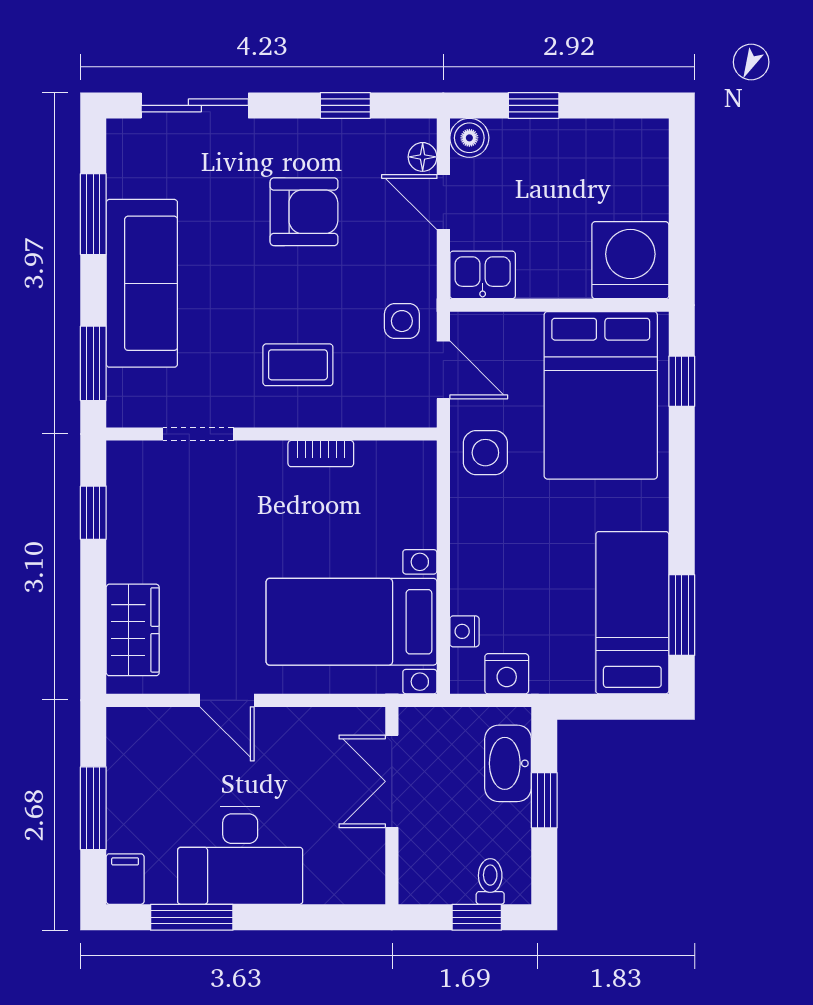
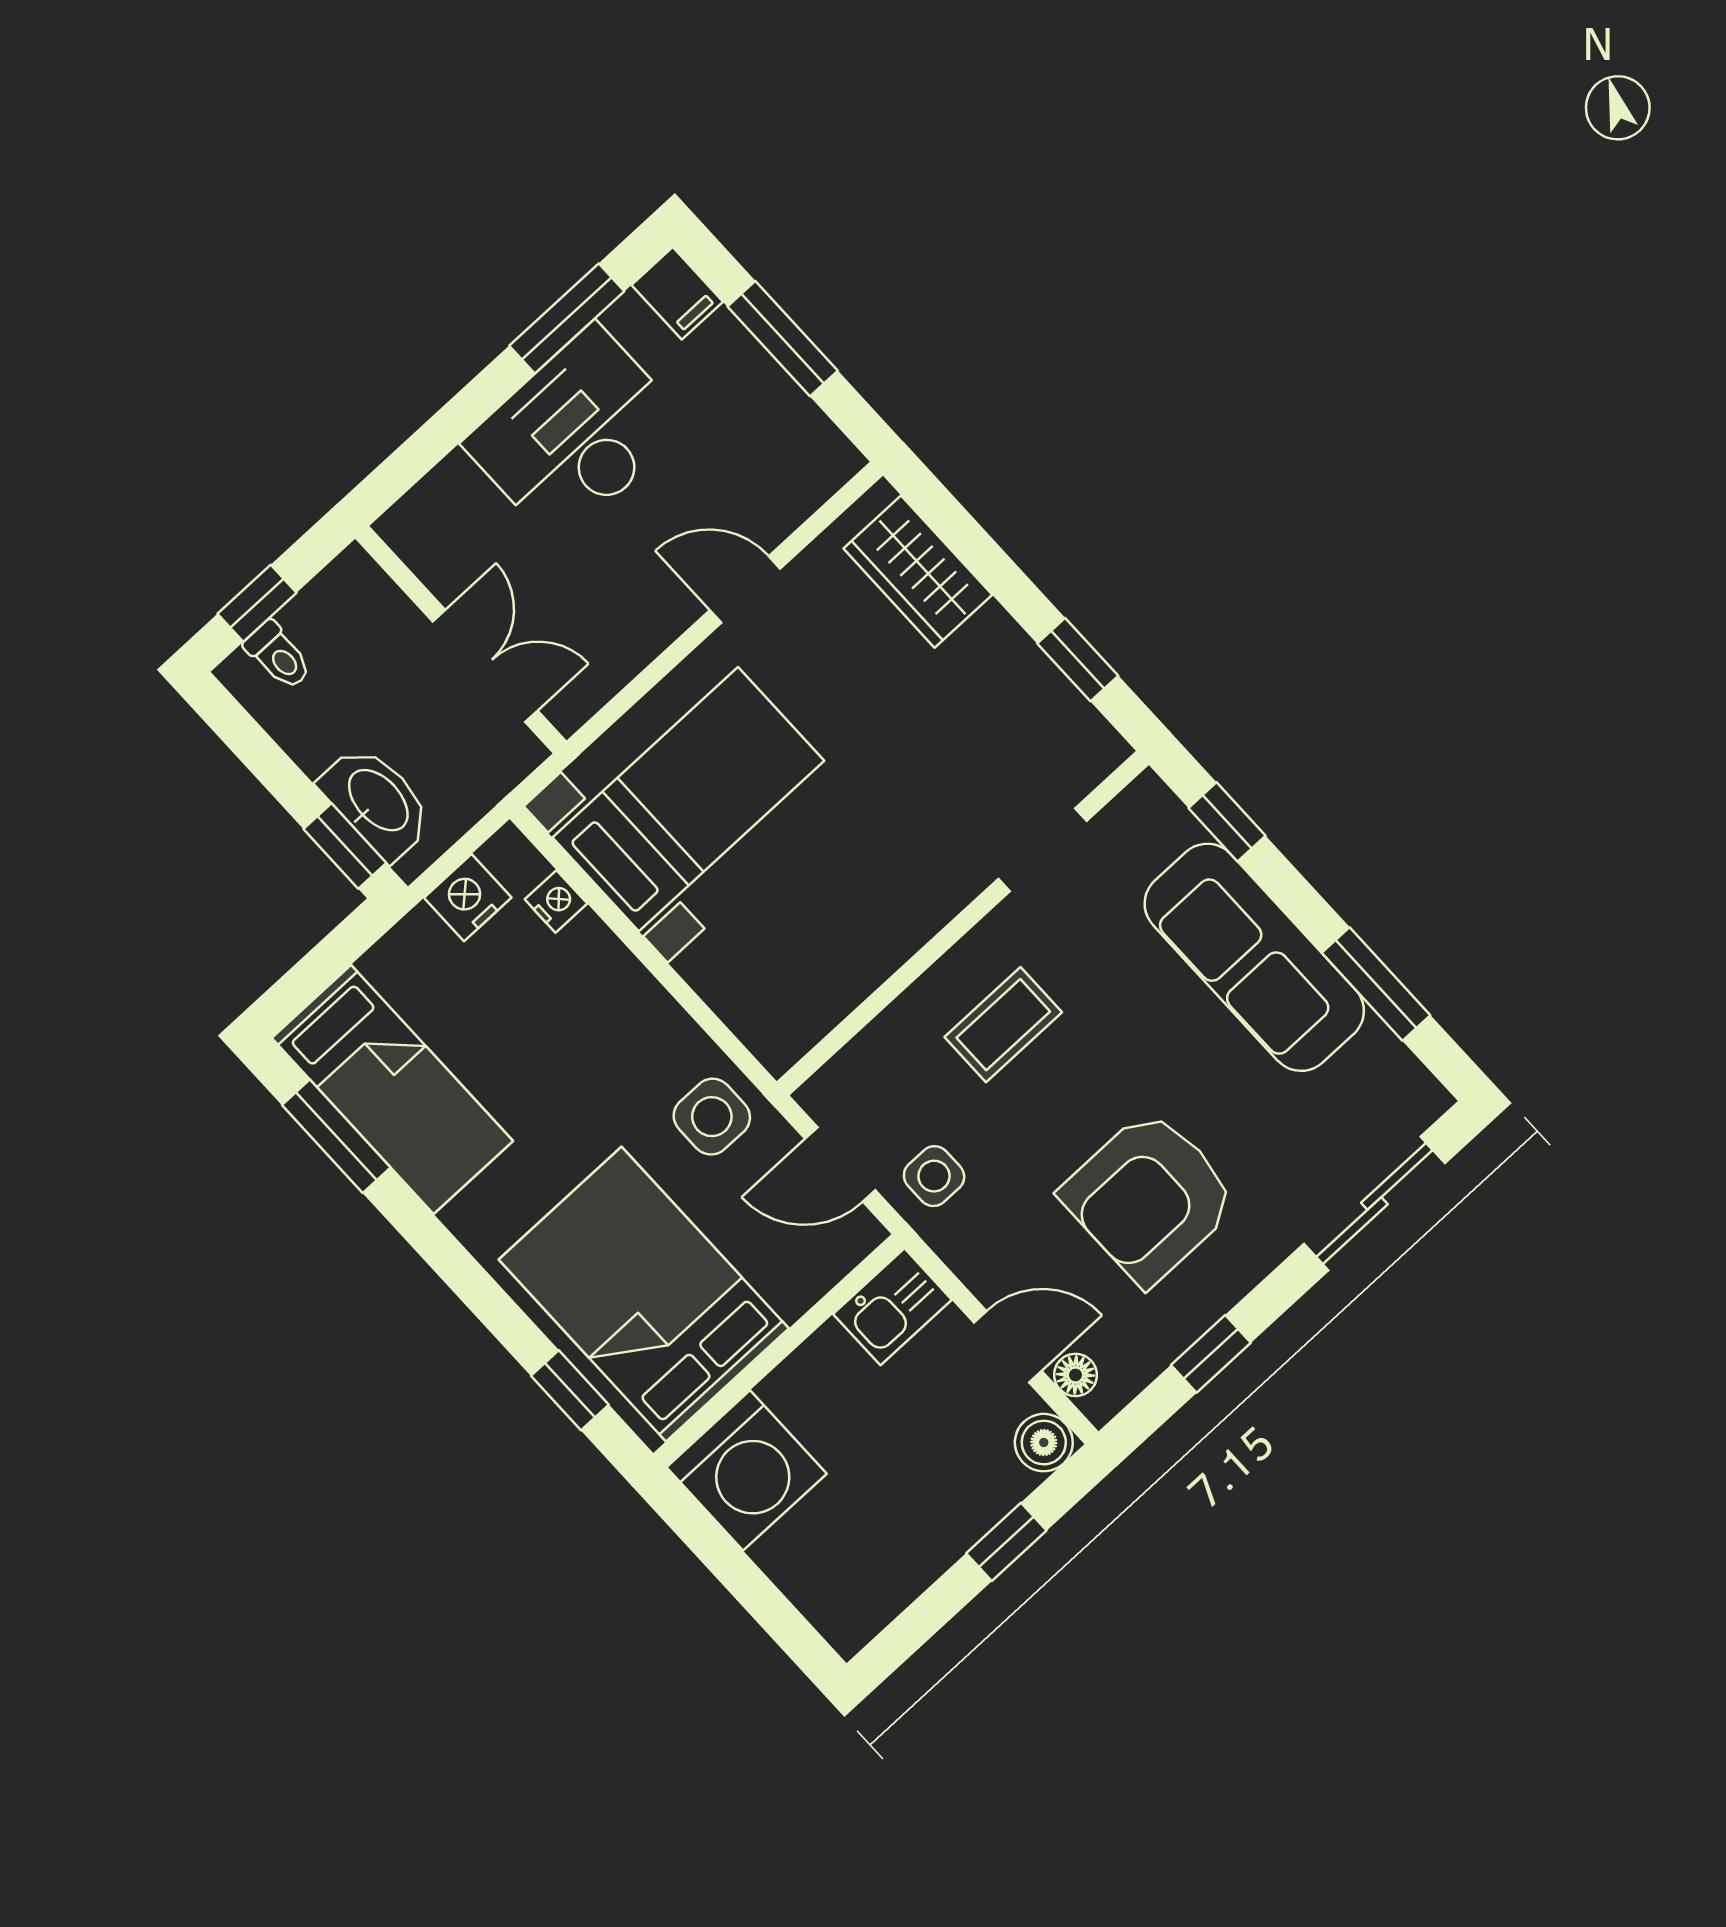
armchair: (304, 212) -> (1150, 1197), width x1.36, depth x1.36
window: (93, 363) -> (1227, 822), width x0.67
bookcase: (321, 454) -> (890, 951), removed
window: (544, 800) -> (345, 846), moved

